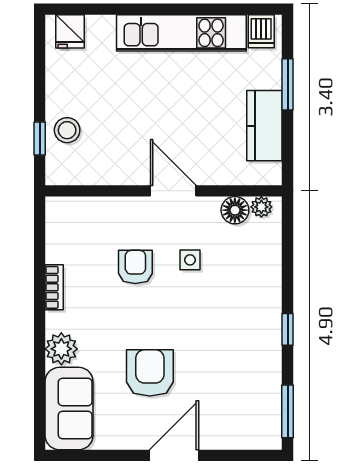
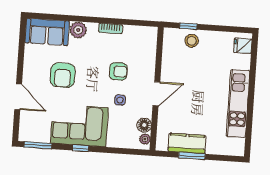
dishwasher: (261, 31) -> (236, 145), removed
window: (288, 84) -> (192, 156), moved
corner sofa: (244, 334) -> (79, 125), added
armchair: (150, 373) -> (63, 75), turned 90
door: (174, 455) -> (18, 97), moved

